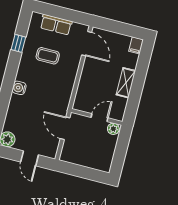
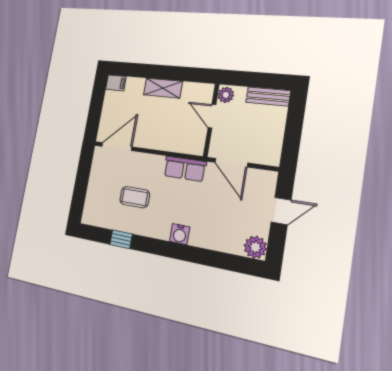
row of seats: (56, 25) -> (185, 169), moved, turned 90
coffee table: (48, 56) -> (135, 197), turned 90
door: (65, 128) -> (231, 163), hinge flipped
bench: (108, 158) -> (268, 97), added

